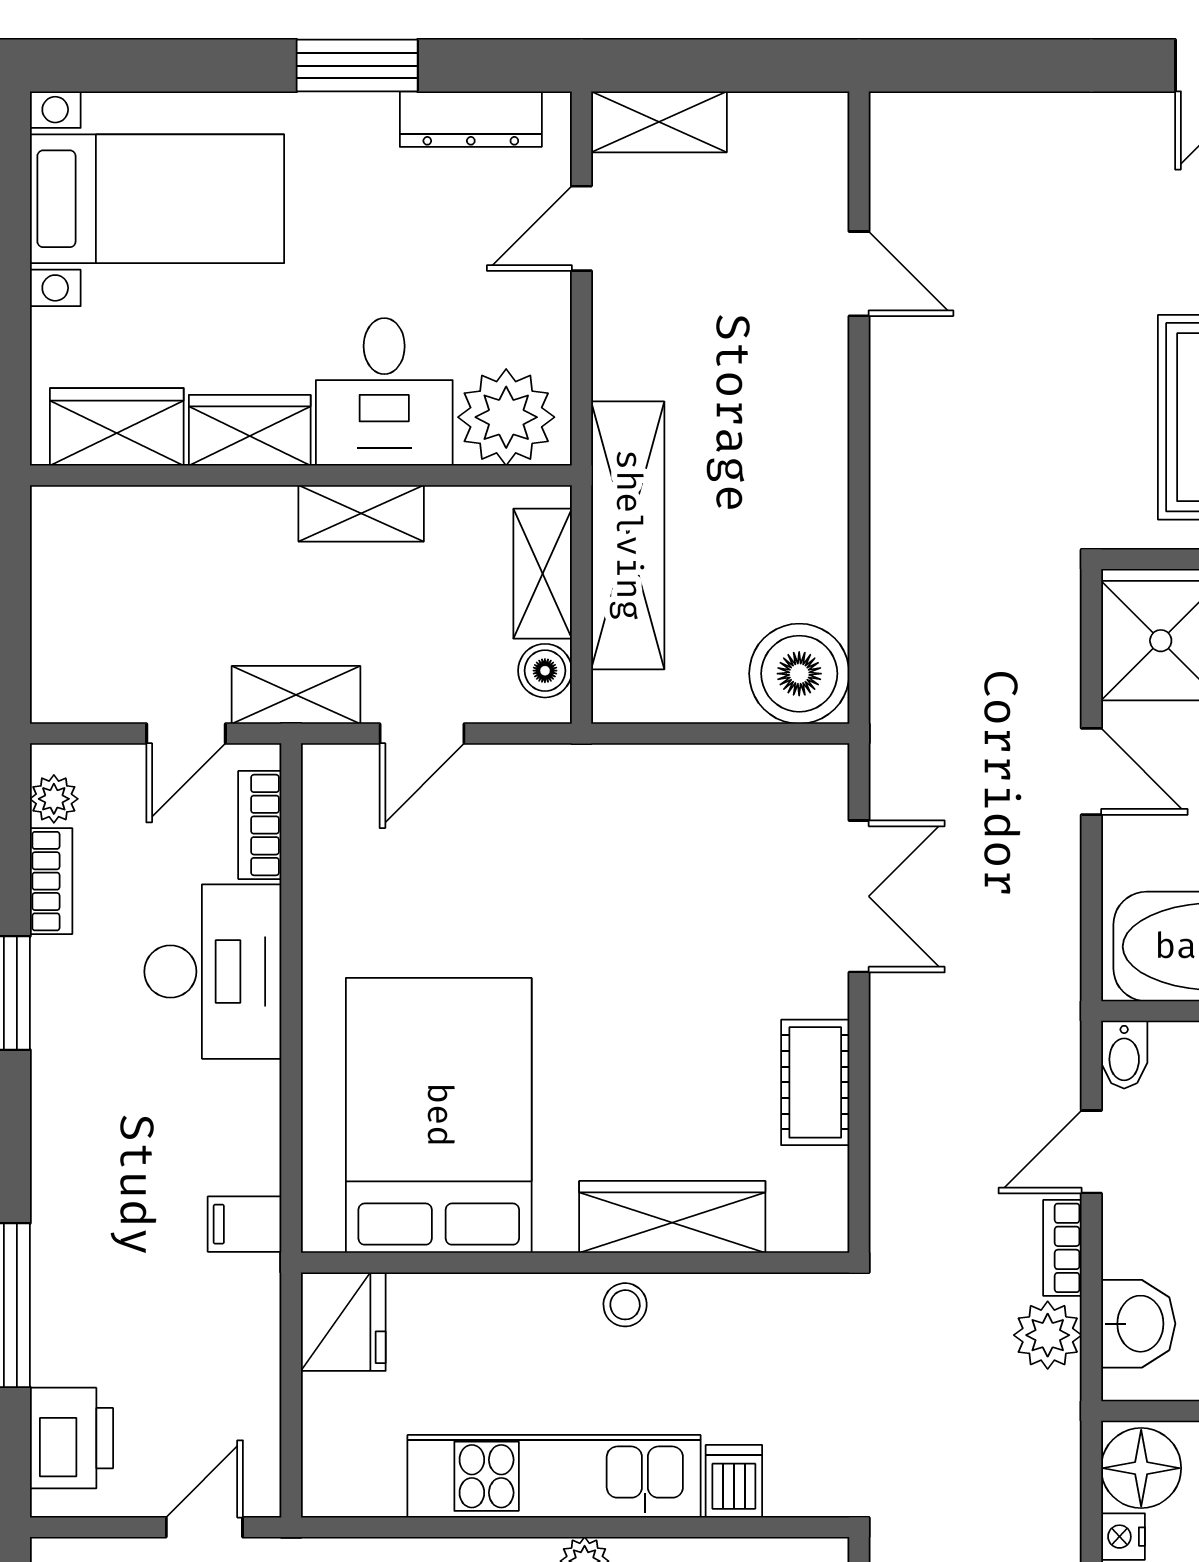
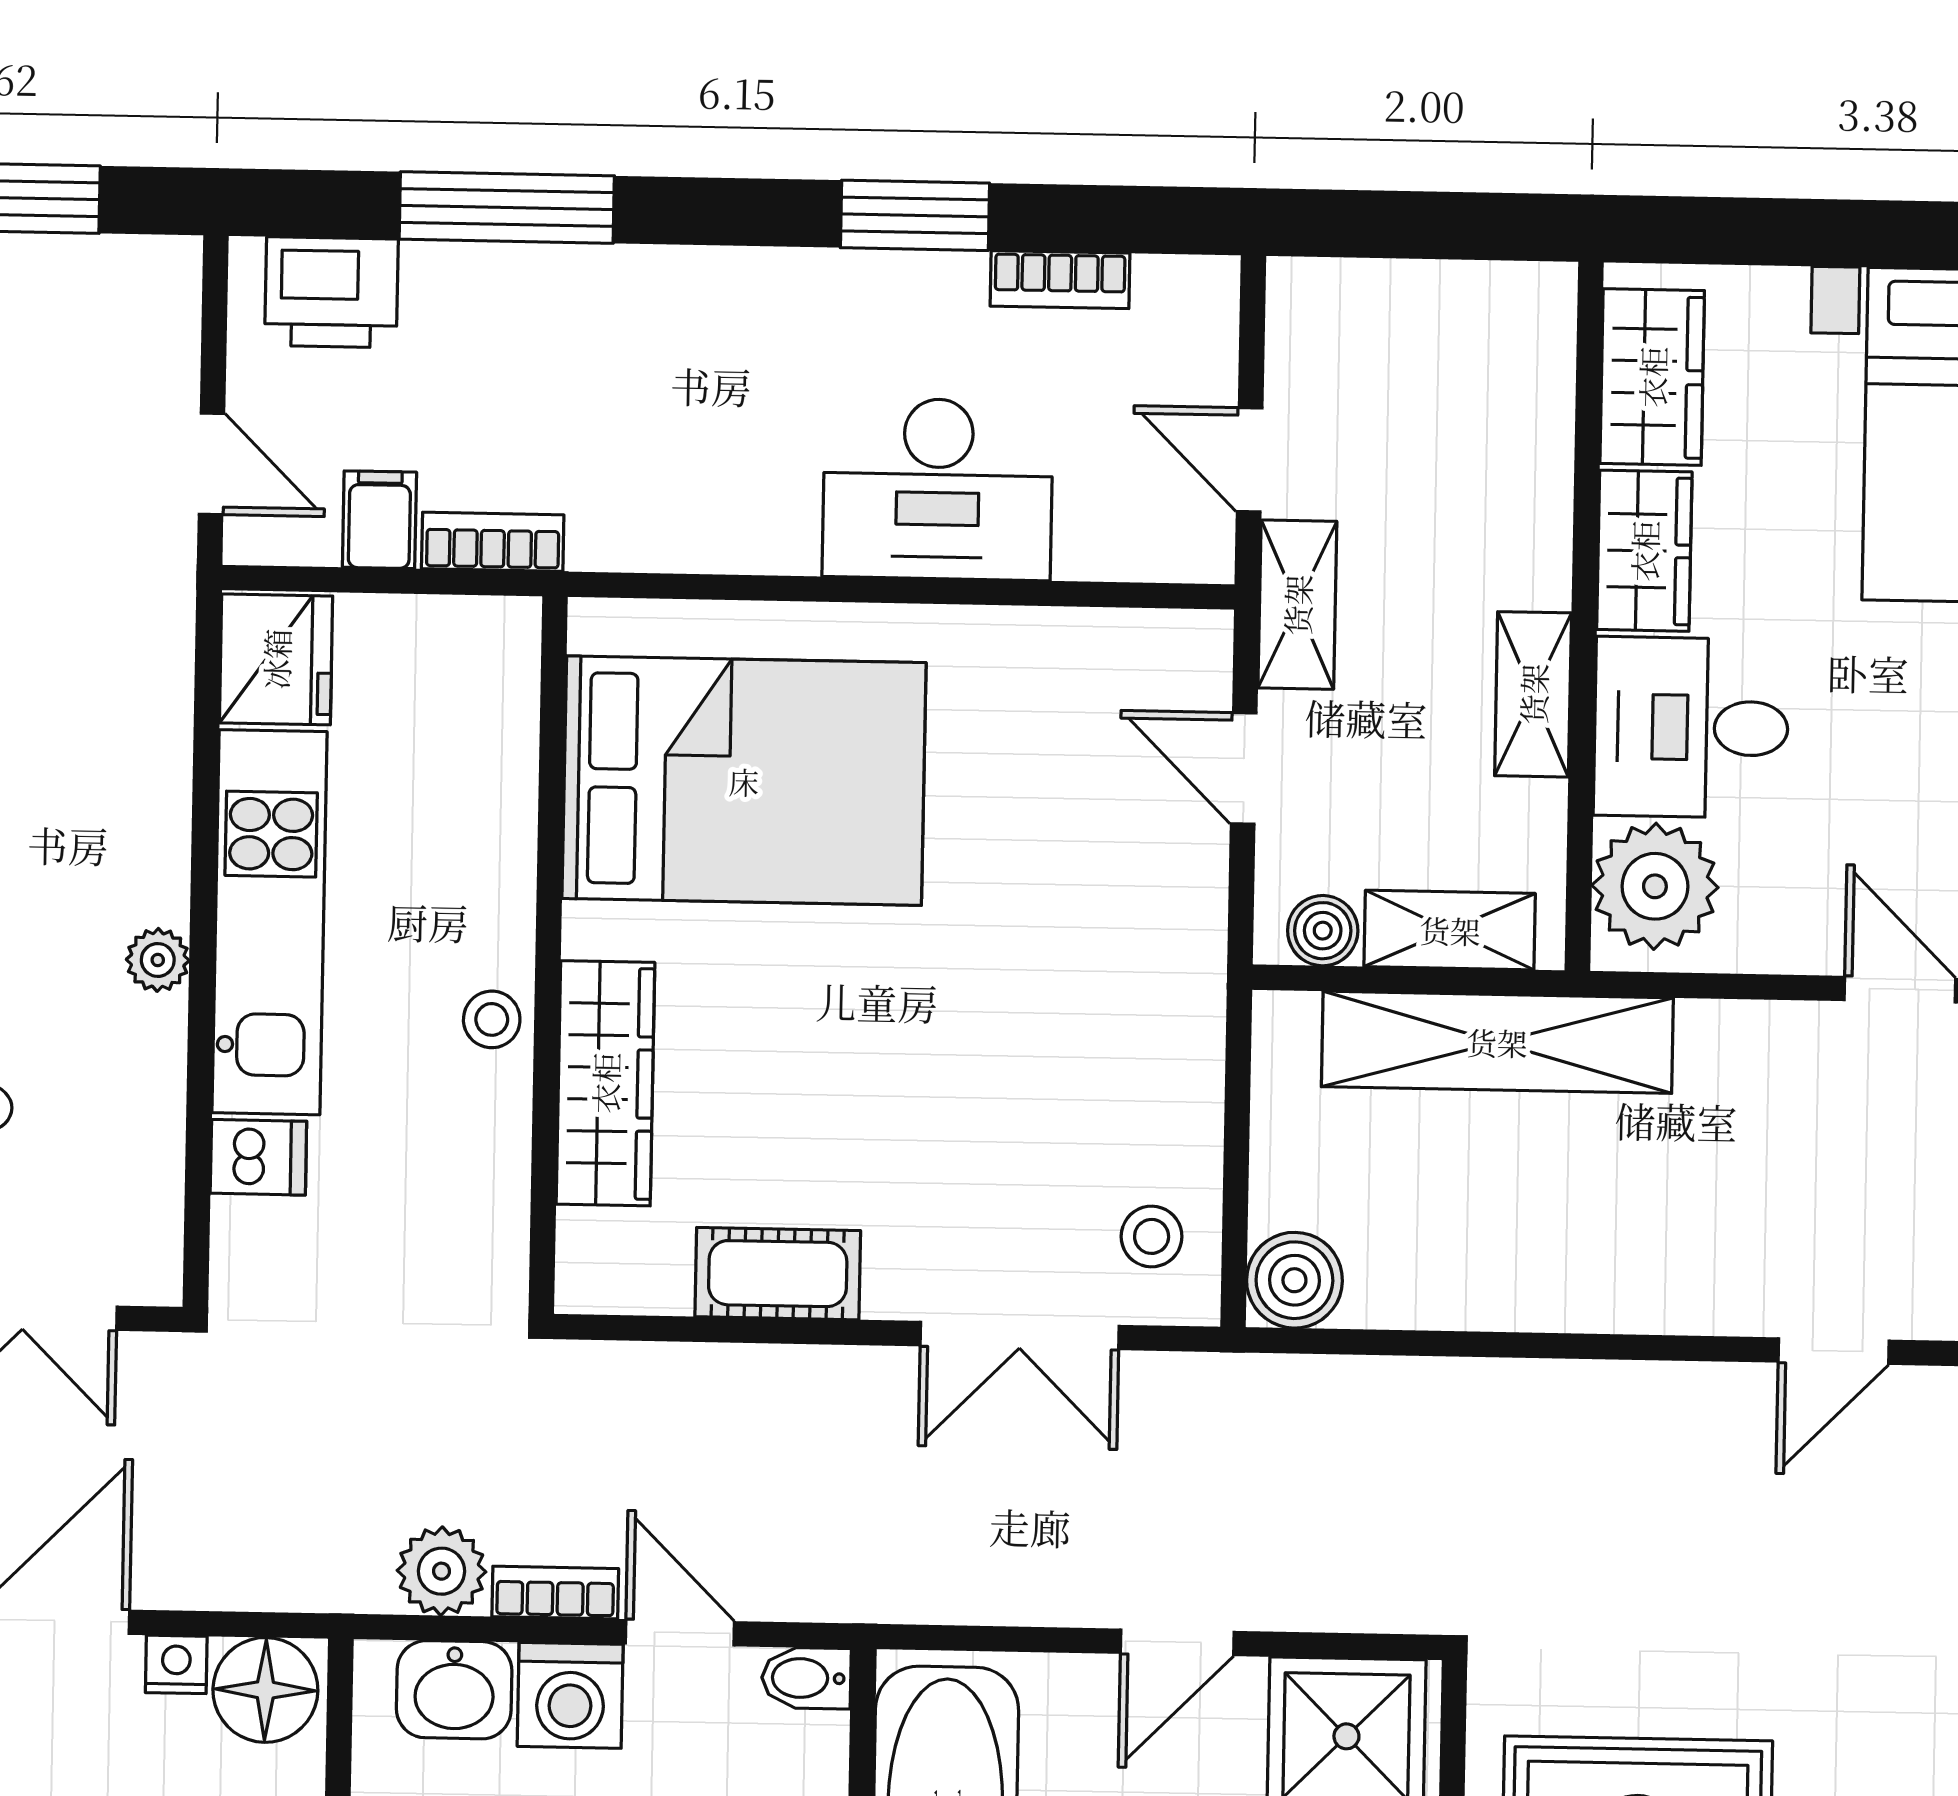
boiler: (799, 674) -> (1294, 1280), width x0.73, depth x0.73
stool: (781, 797) -> (1152, 1236), added
plant: (54, 799) -> (1167, 285), removed
bookcase: (260, 825) -> (493, 542), moved
filing cabinet: (245, 1224) -> (379, 520), moved
washing machine: (1141, 1235) -> (570, 1695), added
fridge: (343, 1322) -> (276, 659), moved, turned -90

